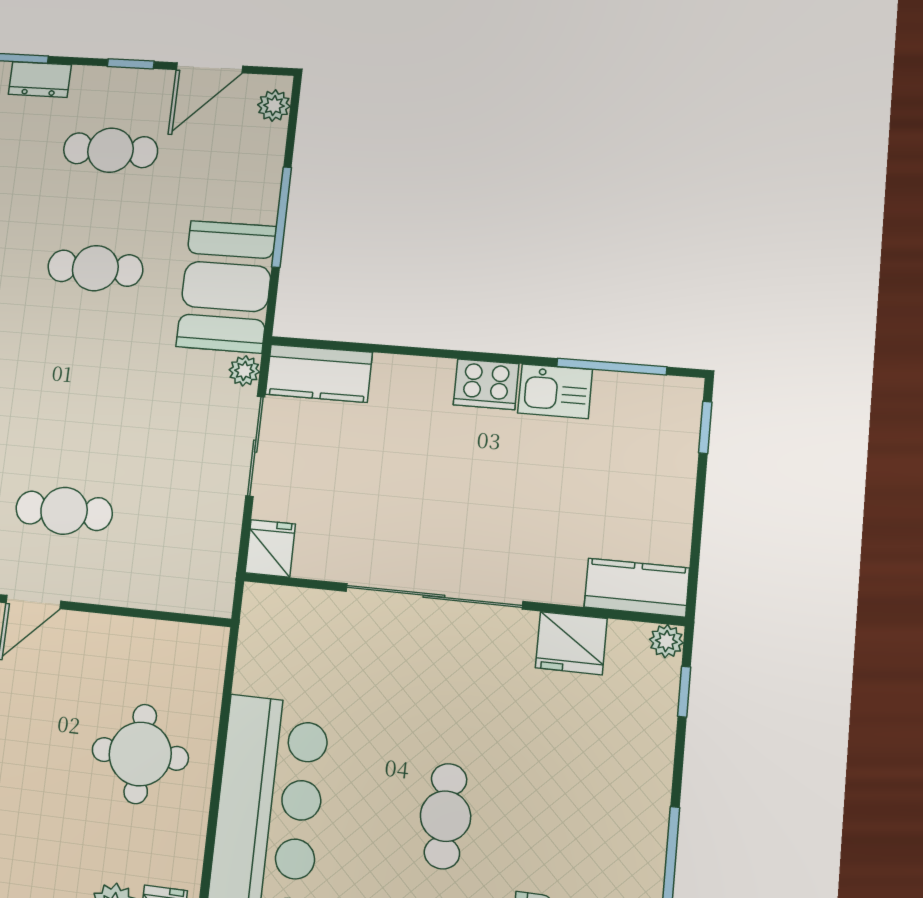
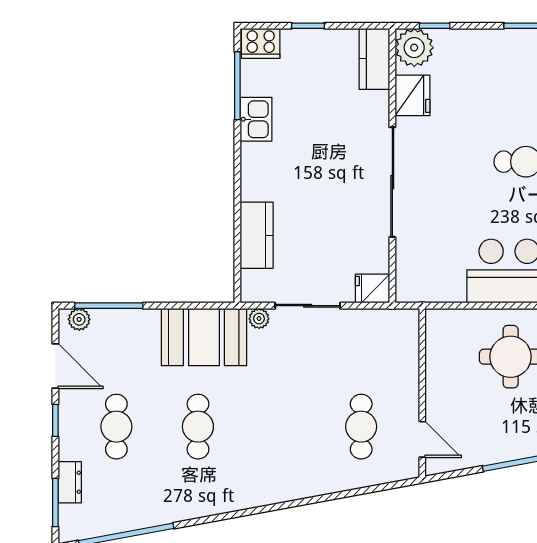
window: (282, 217) -> (109, 306), moved
kitchen counter: (319, 373) -> (257, 235), moved
cooker: (486, 384) -> (261, 43), moved, turned 90
window: (705, 427) -> (308, 26), moved
plant: (666, 641) -> (414, 48), width x1.88, depth x1.88

